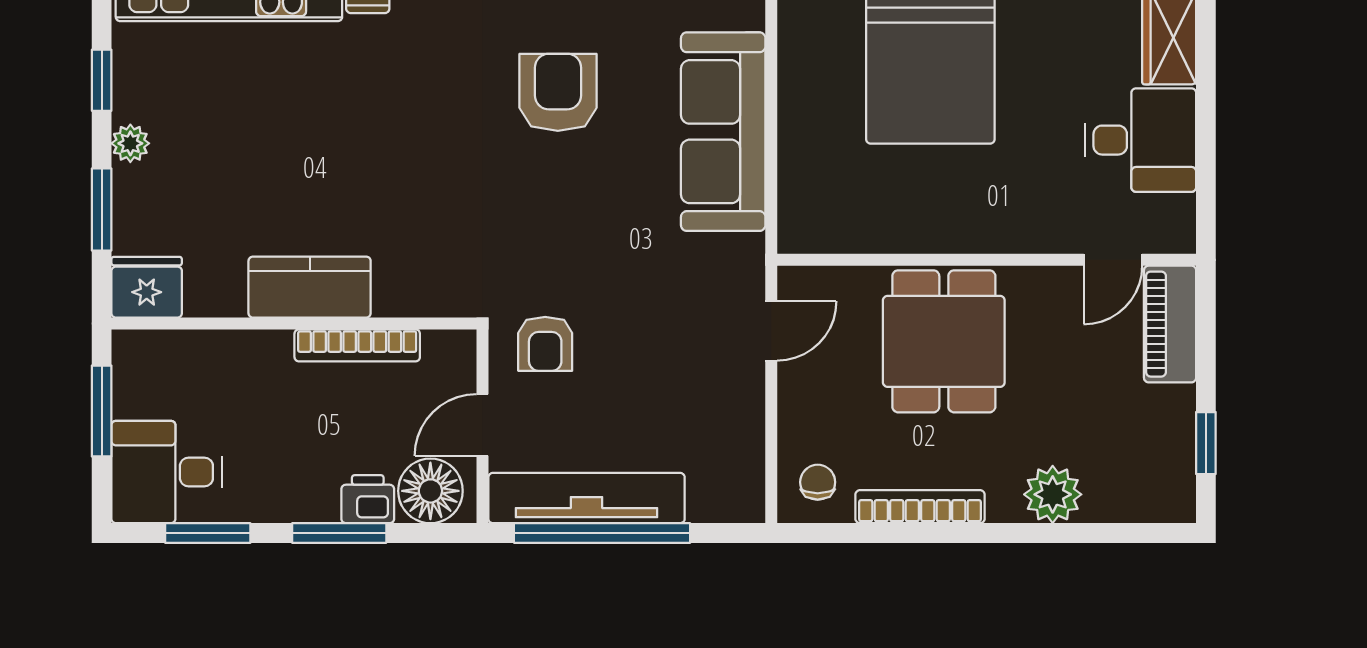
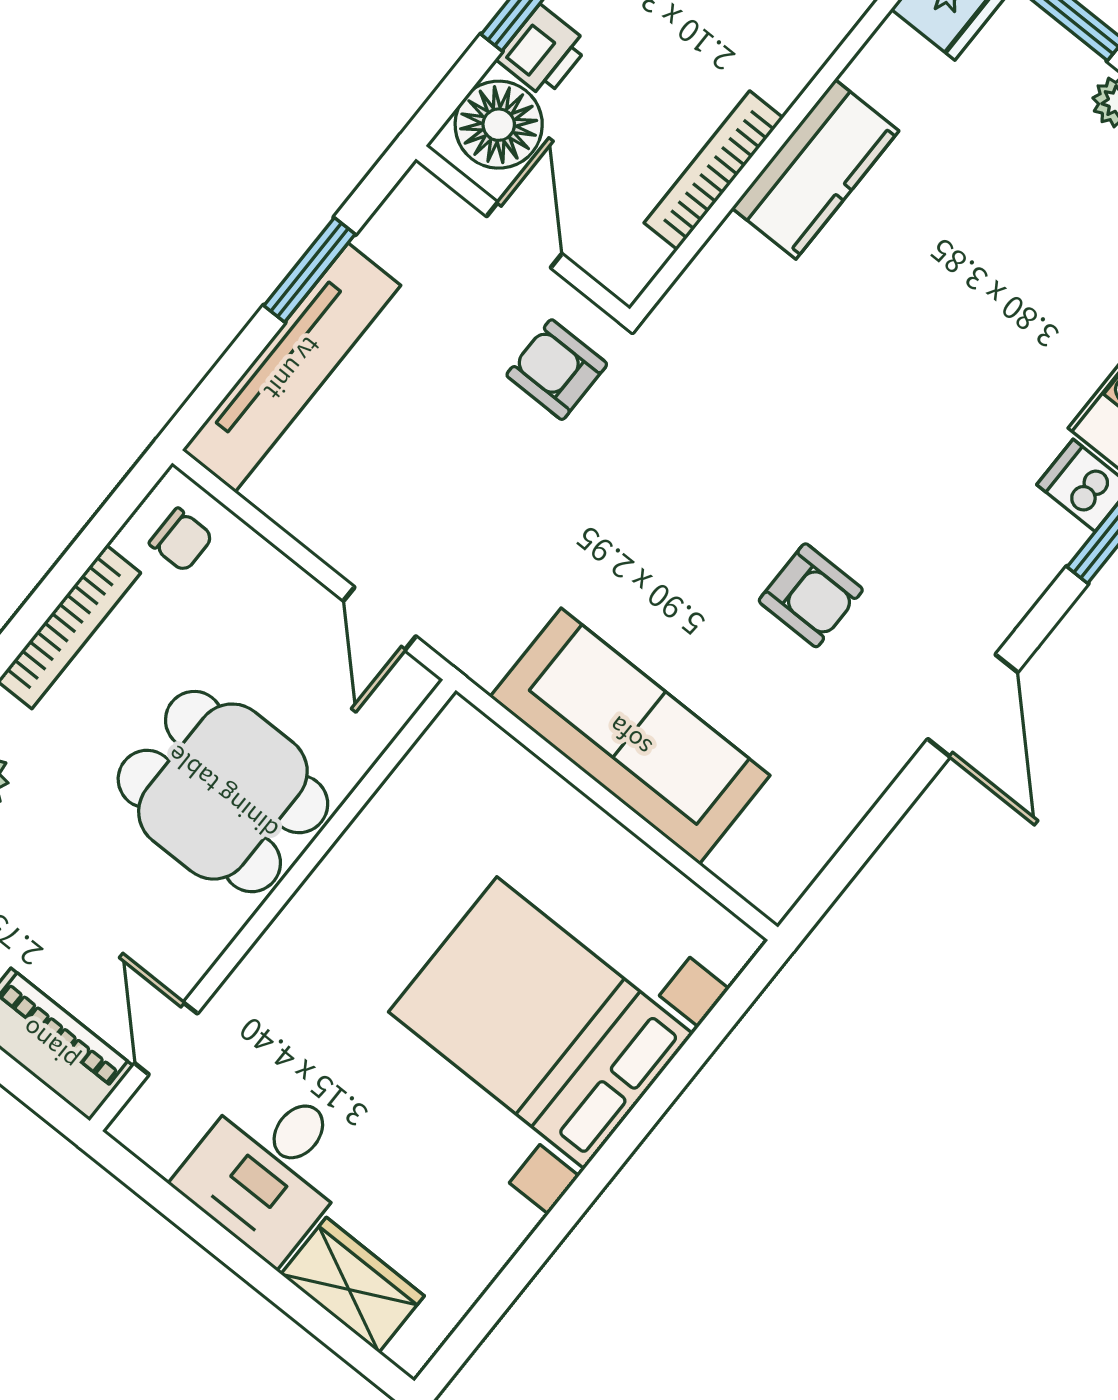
armchair: (558, 92) -> (811, 595), width x0.72, depth x0.72
tv unit: (587, 498) -> (292, 368), moved
window: (602, 533) -> (310, 270), width x0.47

